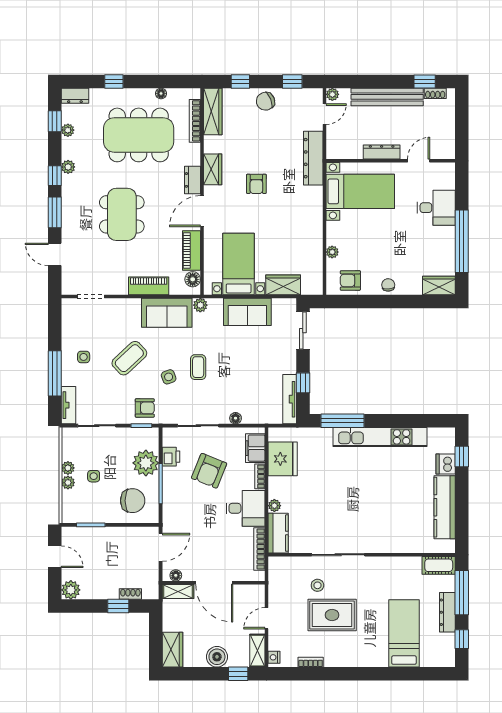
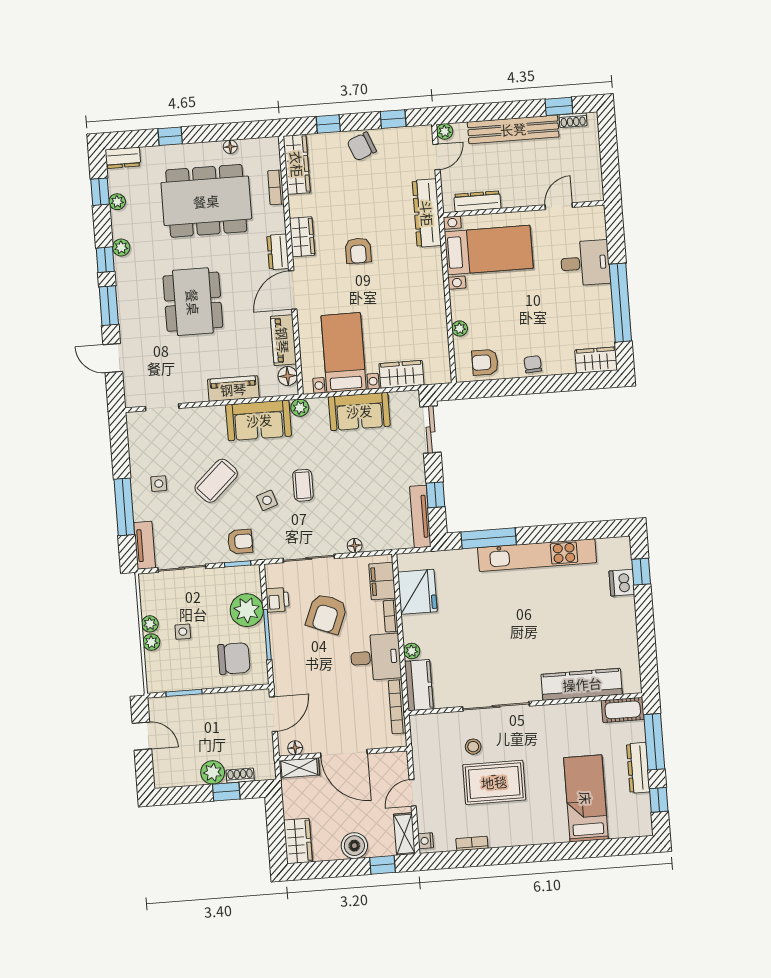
bookcase: (195, 121) -> (276, 187), width x0.64
dresser: (382, 152) -> (477, 201), moved
kitchen counter: (445, 507) -> (582, 684), moved, turned 90
plant: (71, 590) -> (213, 772), moved

